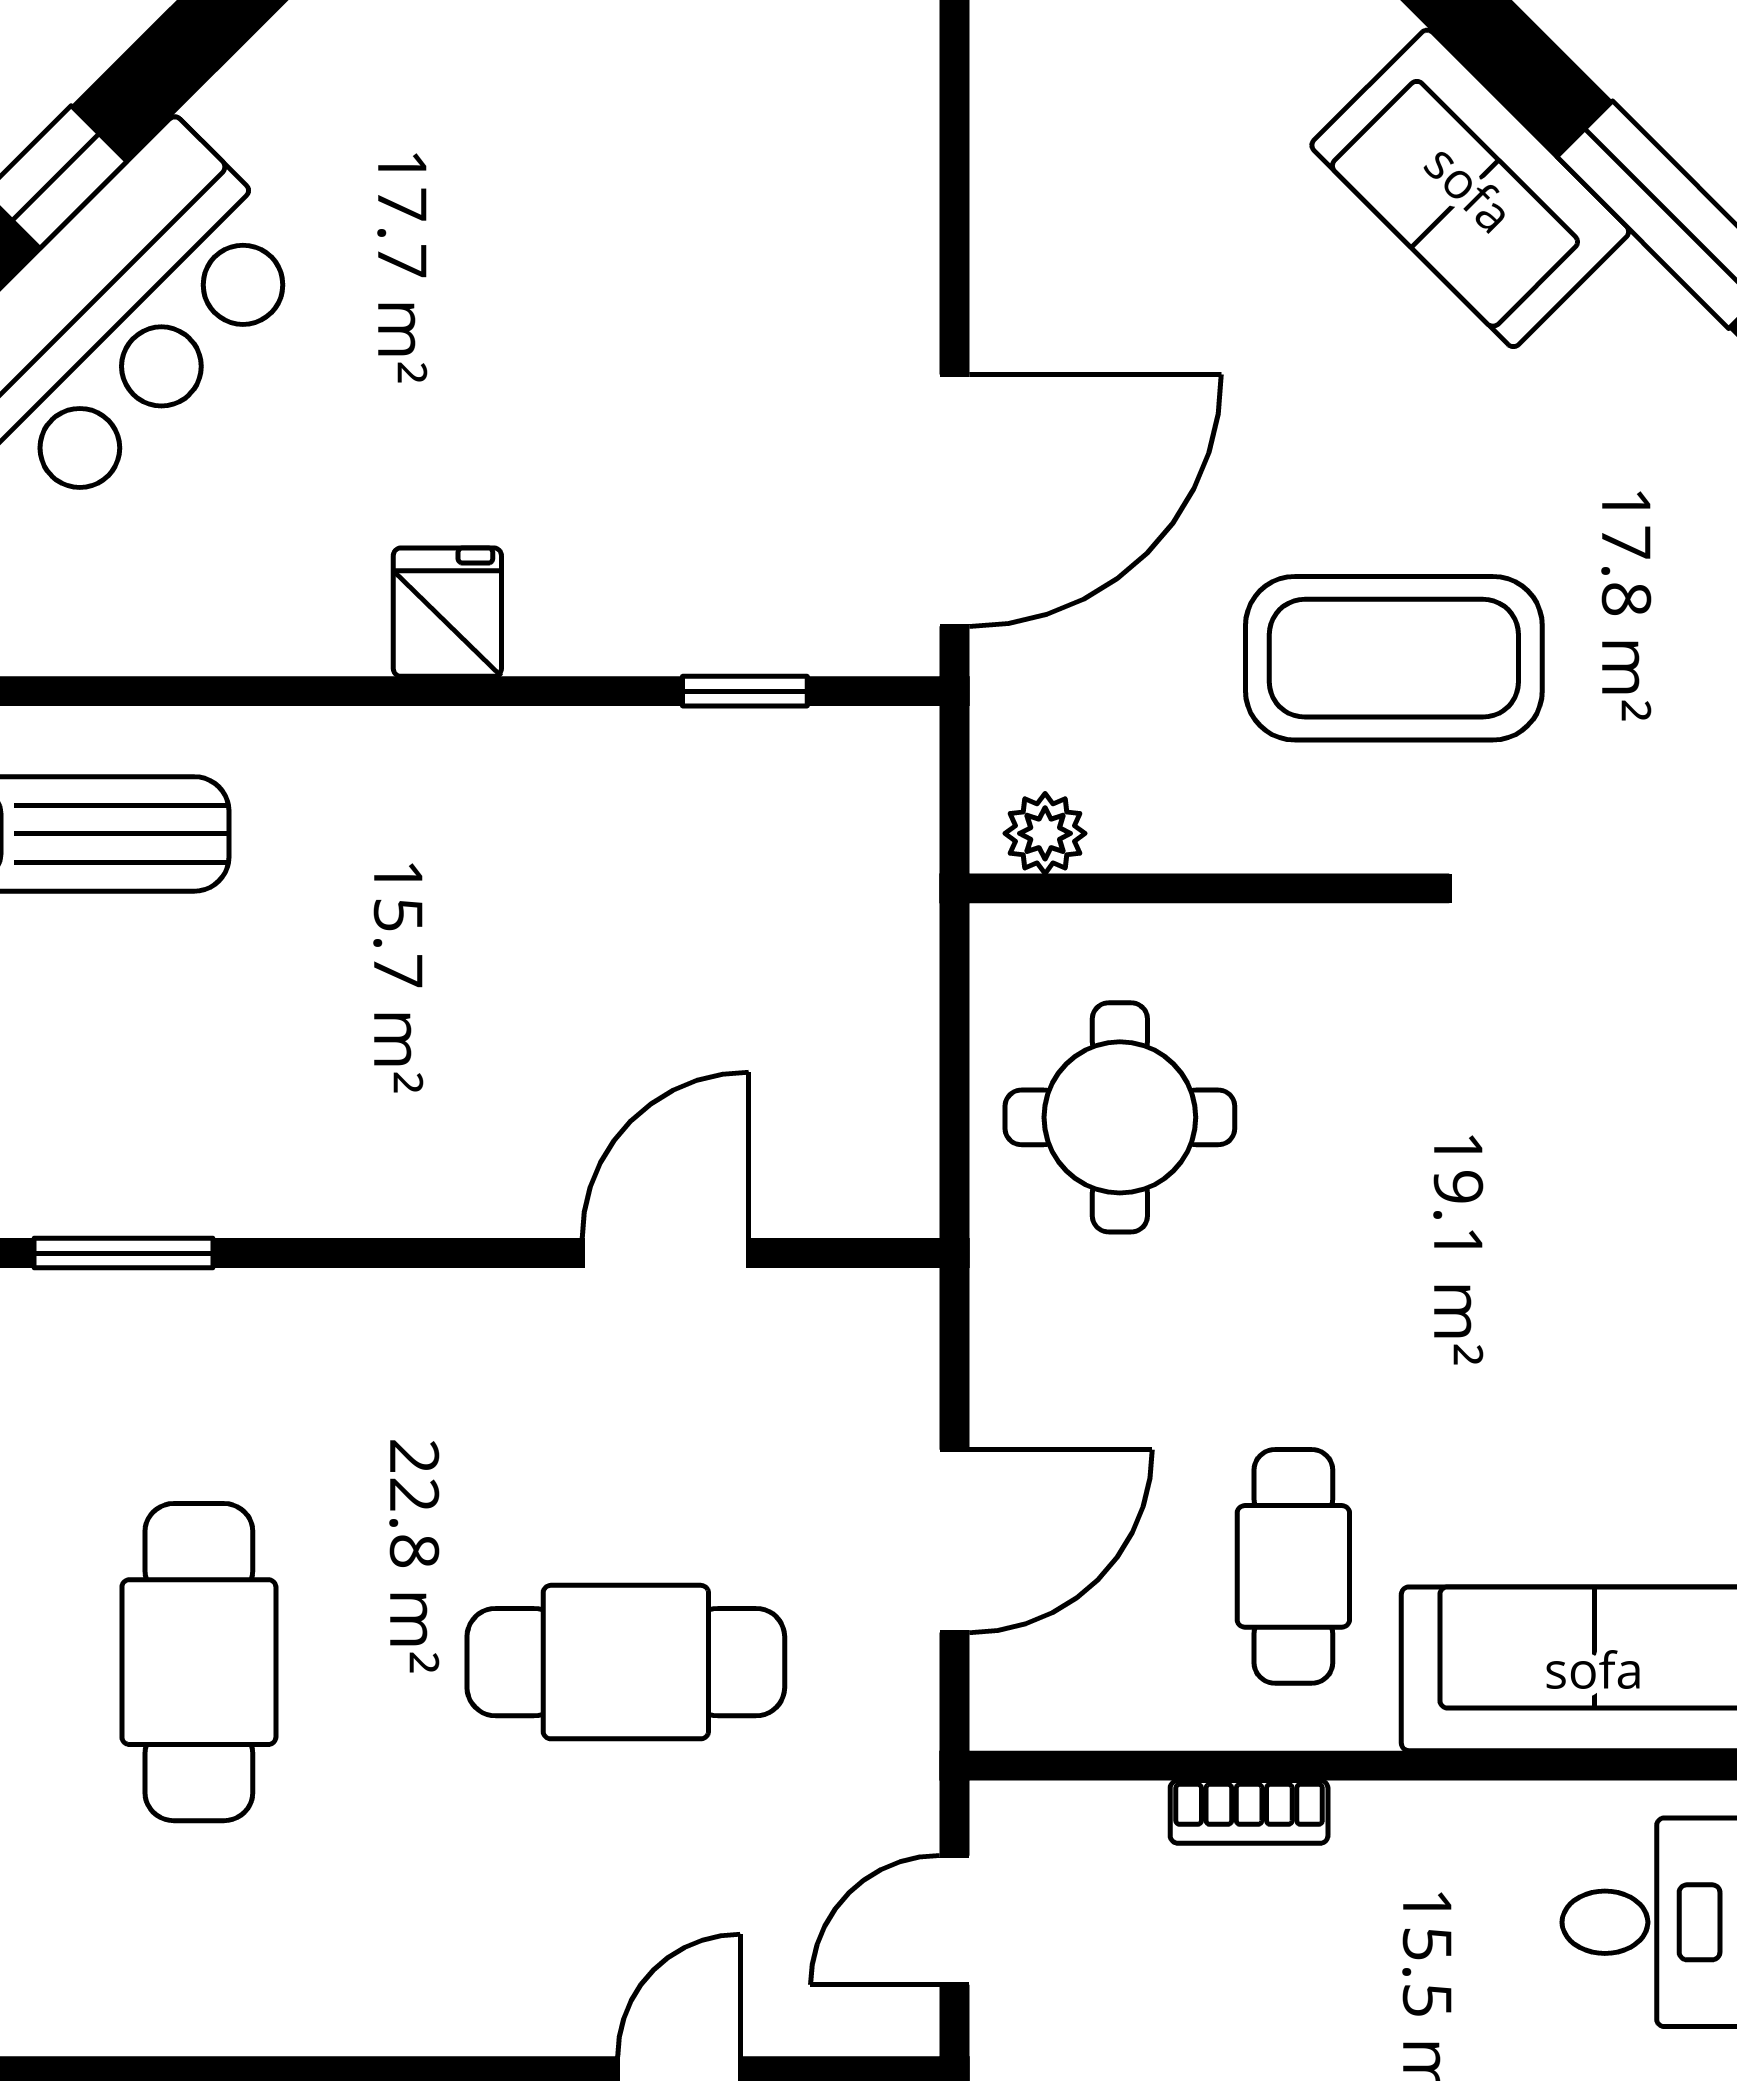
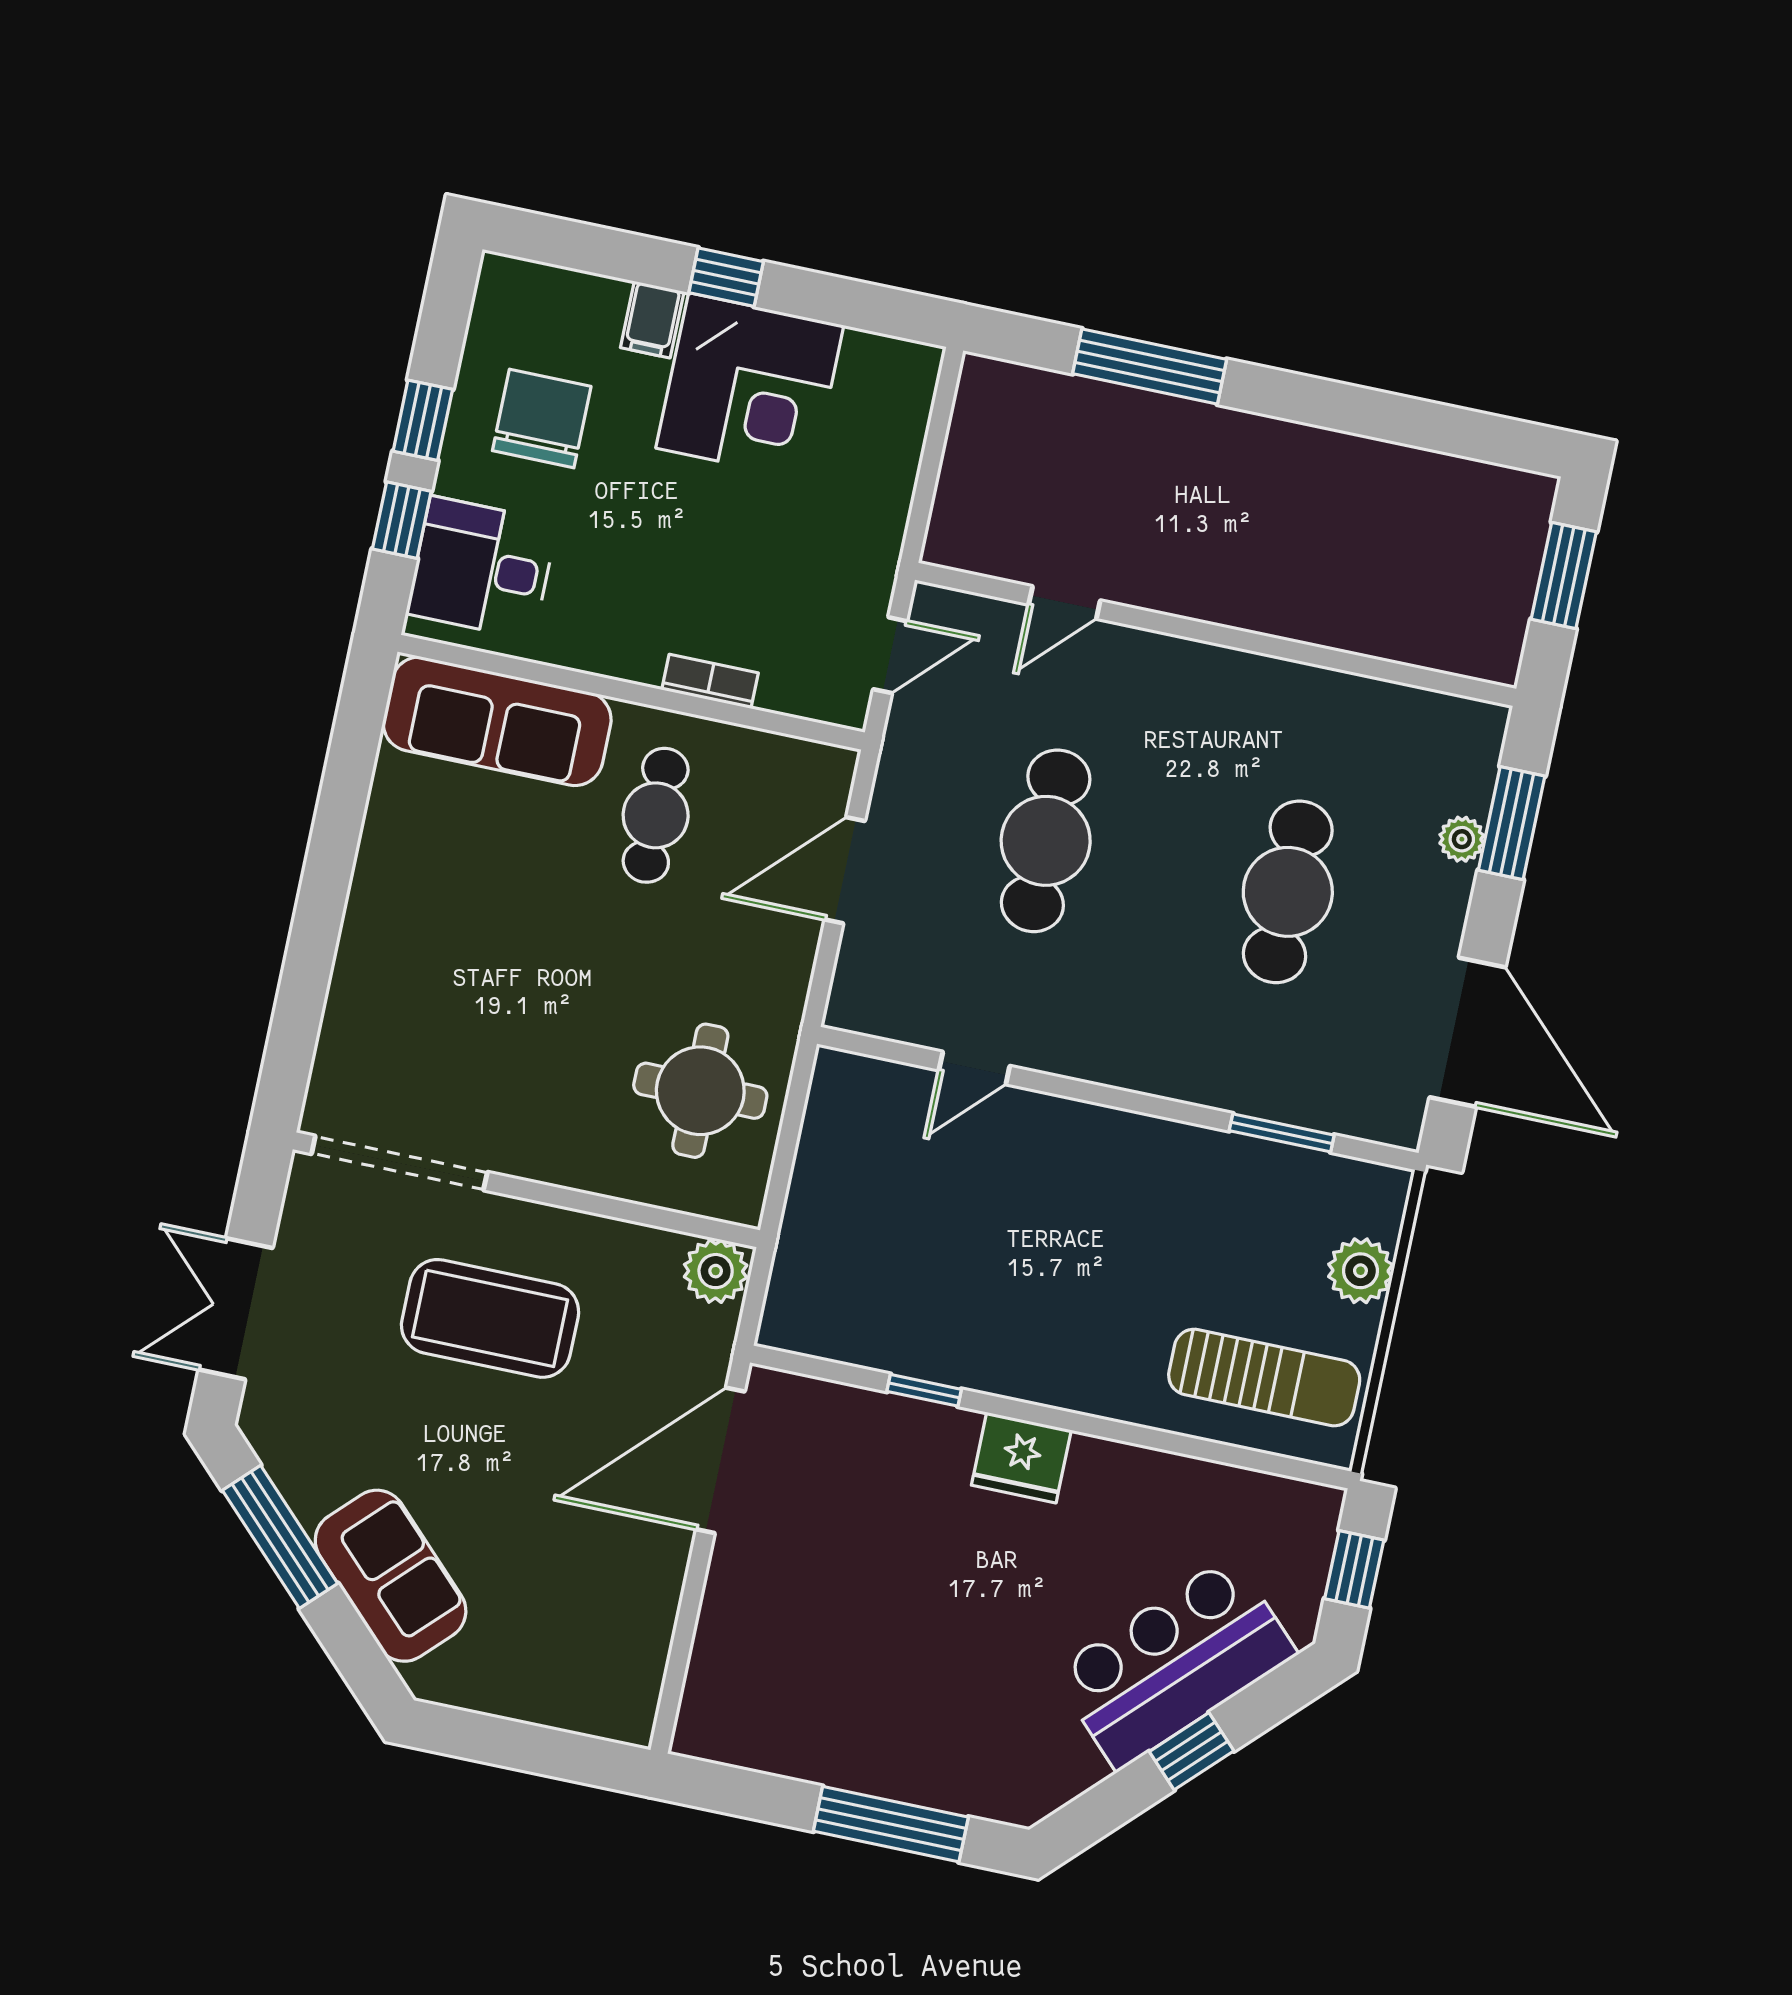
fridge: (447, 612) -> (1021, 1458), width x1.38
window: (745, 691) -> (924, 1390), moved
plant: (1045, 833) -> (716, 1271), width x1.38, depth x1.38
door: (665, 1253) -> (974, 1068), width x0.73
cafe table: (626, 1662) -> (1046, 841), turned 90

